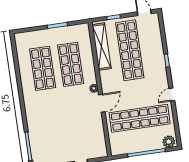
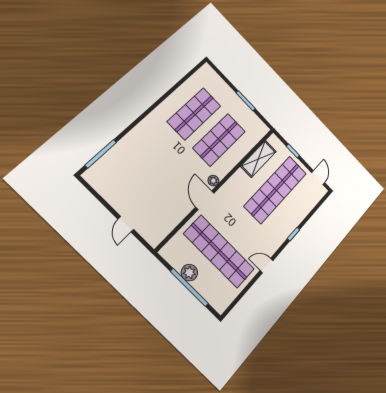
shelving: (102, 47) -> (258, 159), width x0.68
door: (102, 103) -> (205, 200), swing flipped
plant: (169, 142) -> (189, 273), moved

